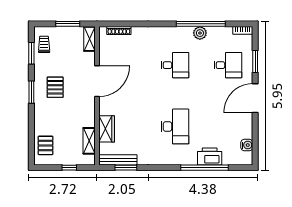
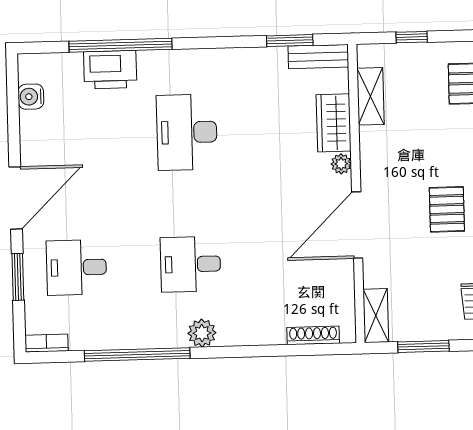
plant: (200, 33) -> (202, 333), moved
plant: (104, 110) -> (341, 164), added
bench: (118, 160) -> (318, 57), width x0.73

